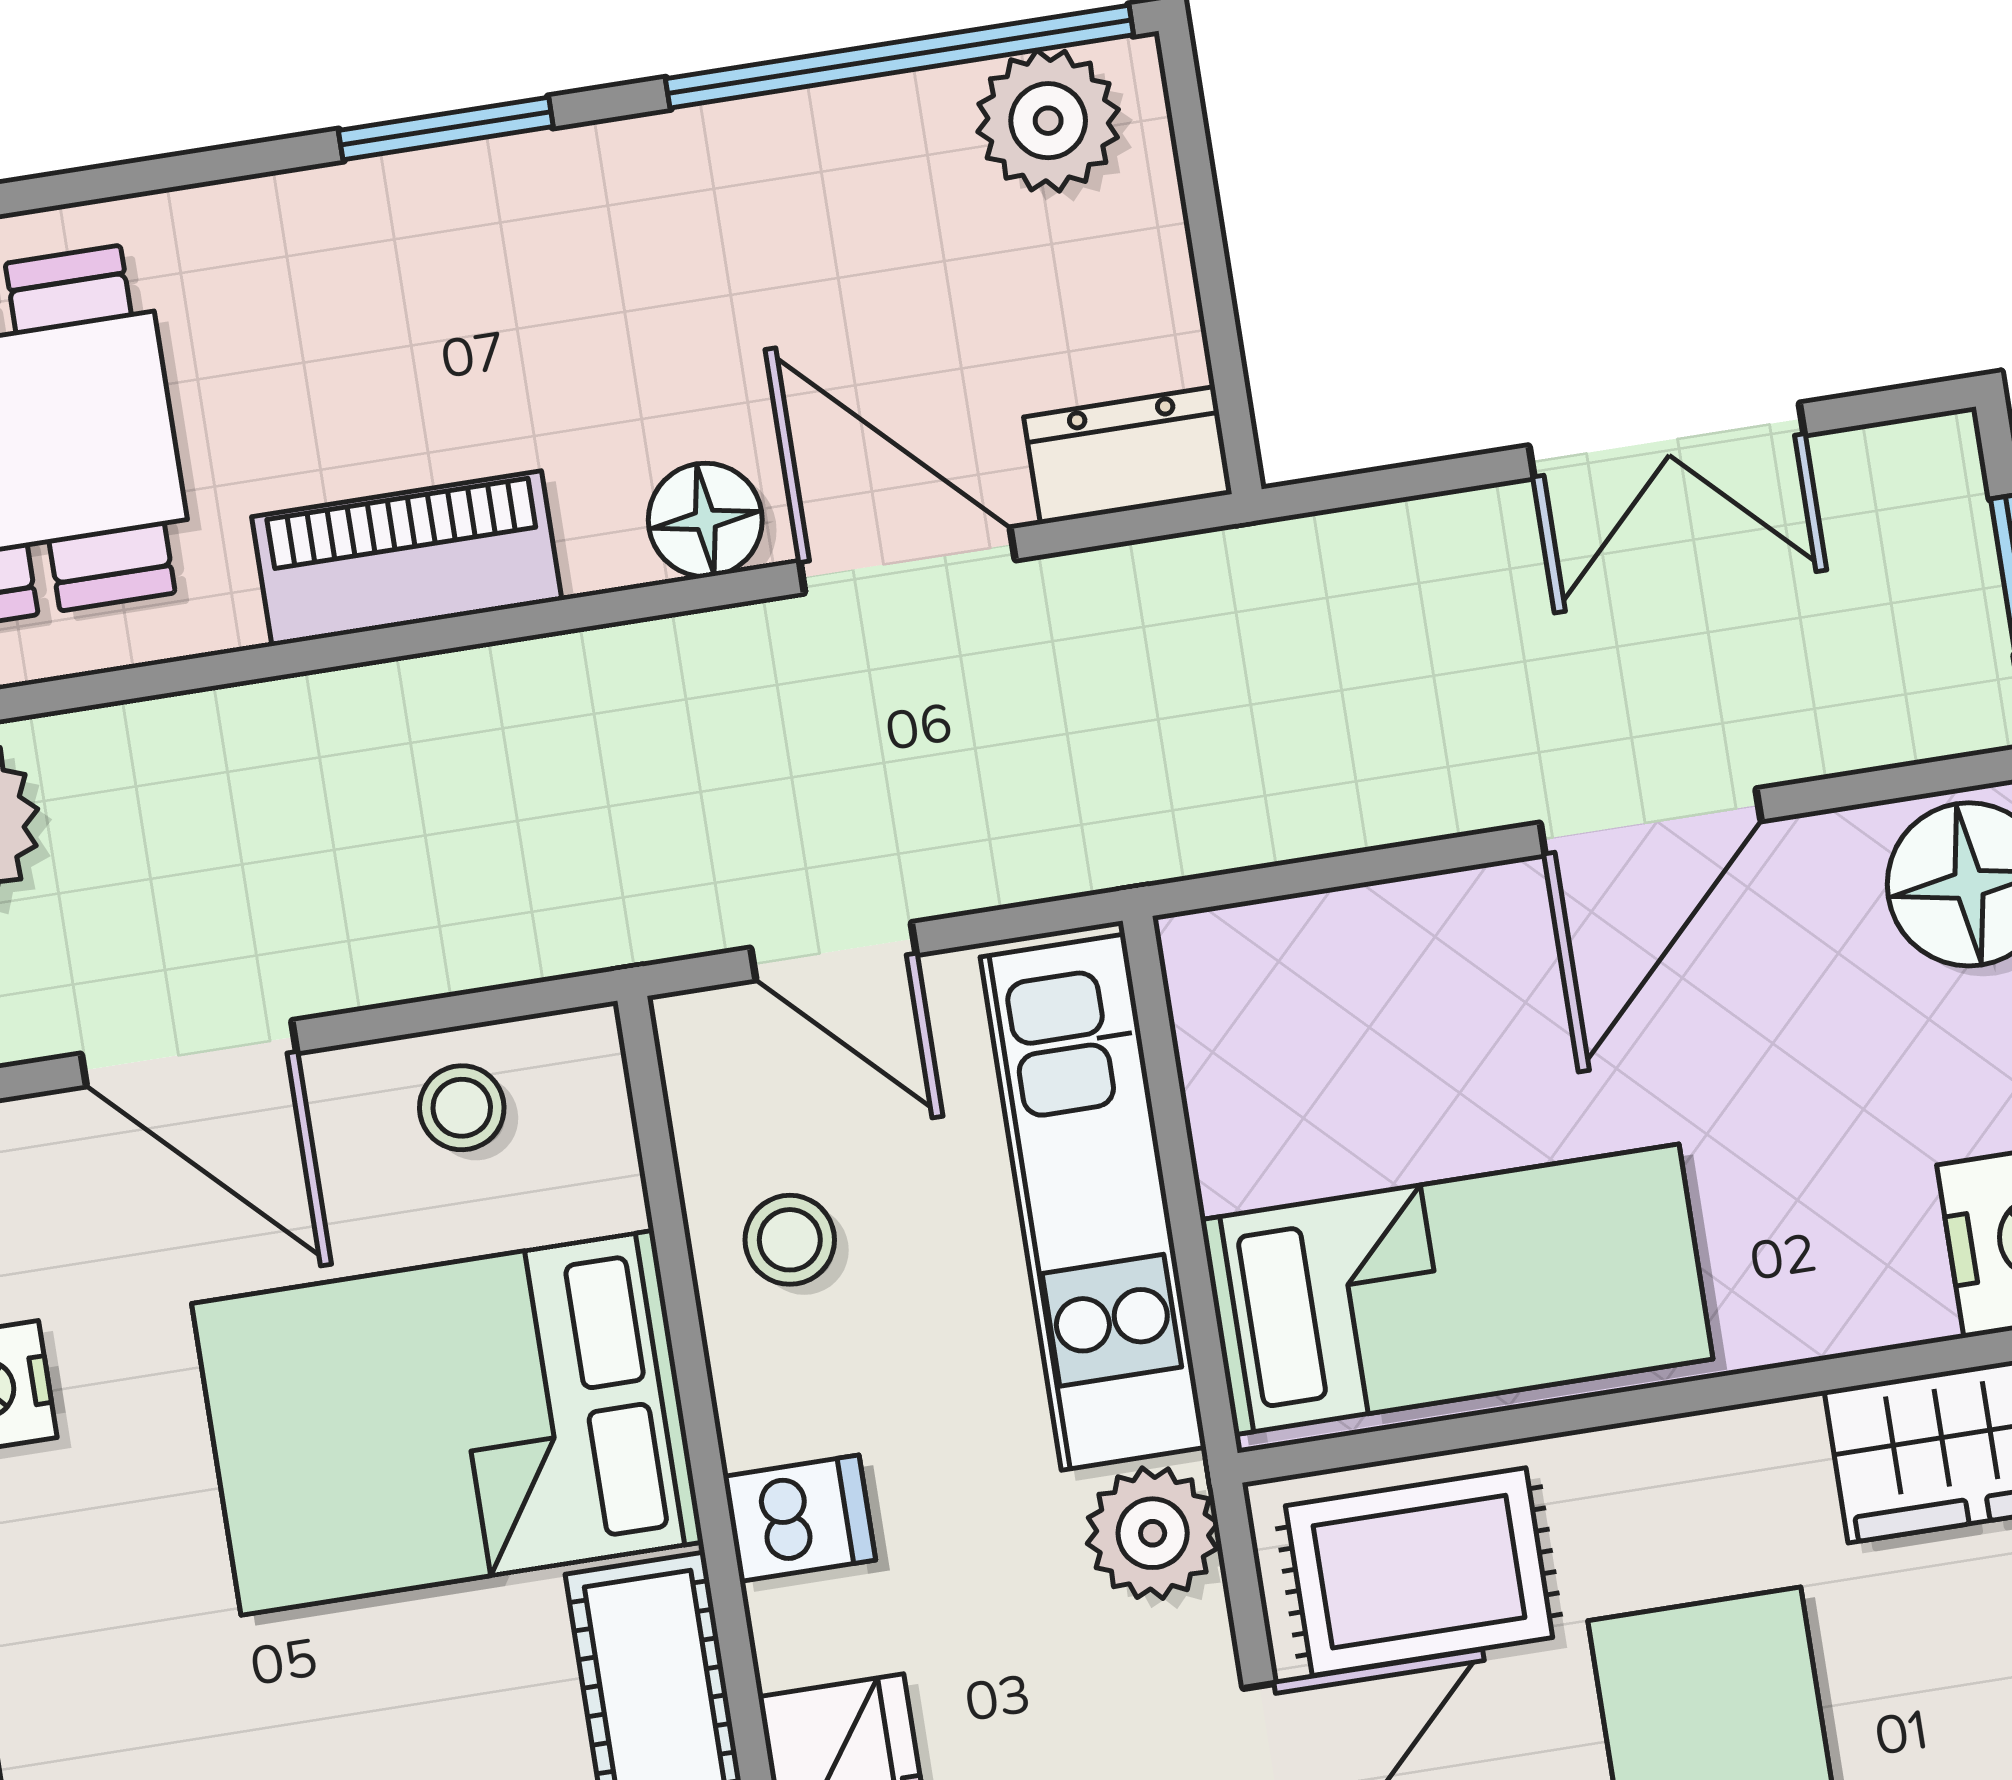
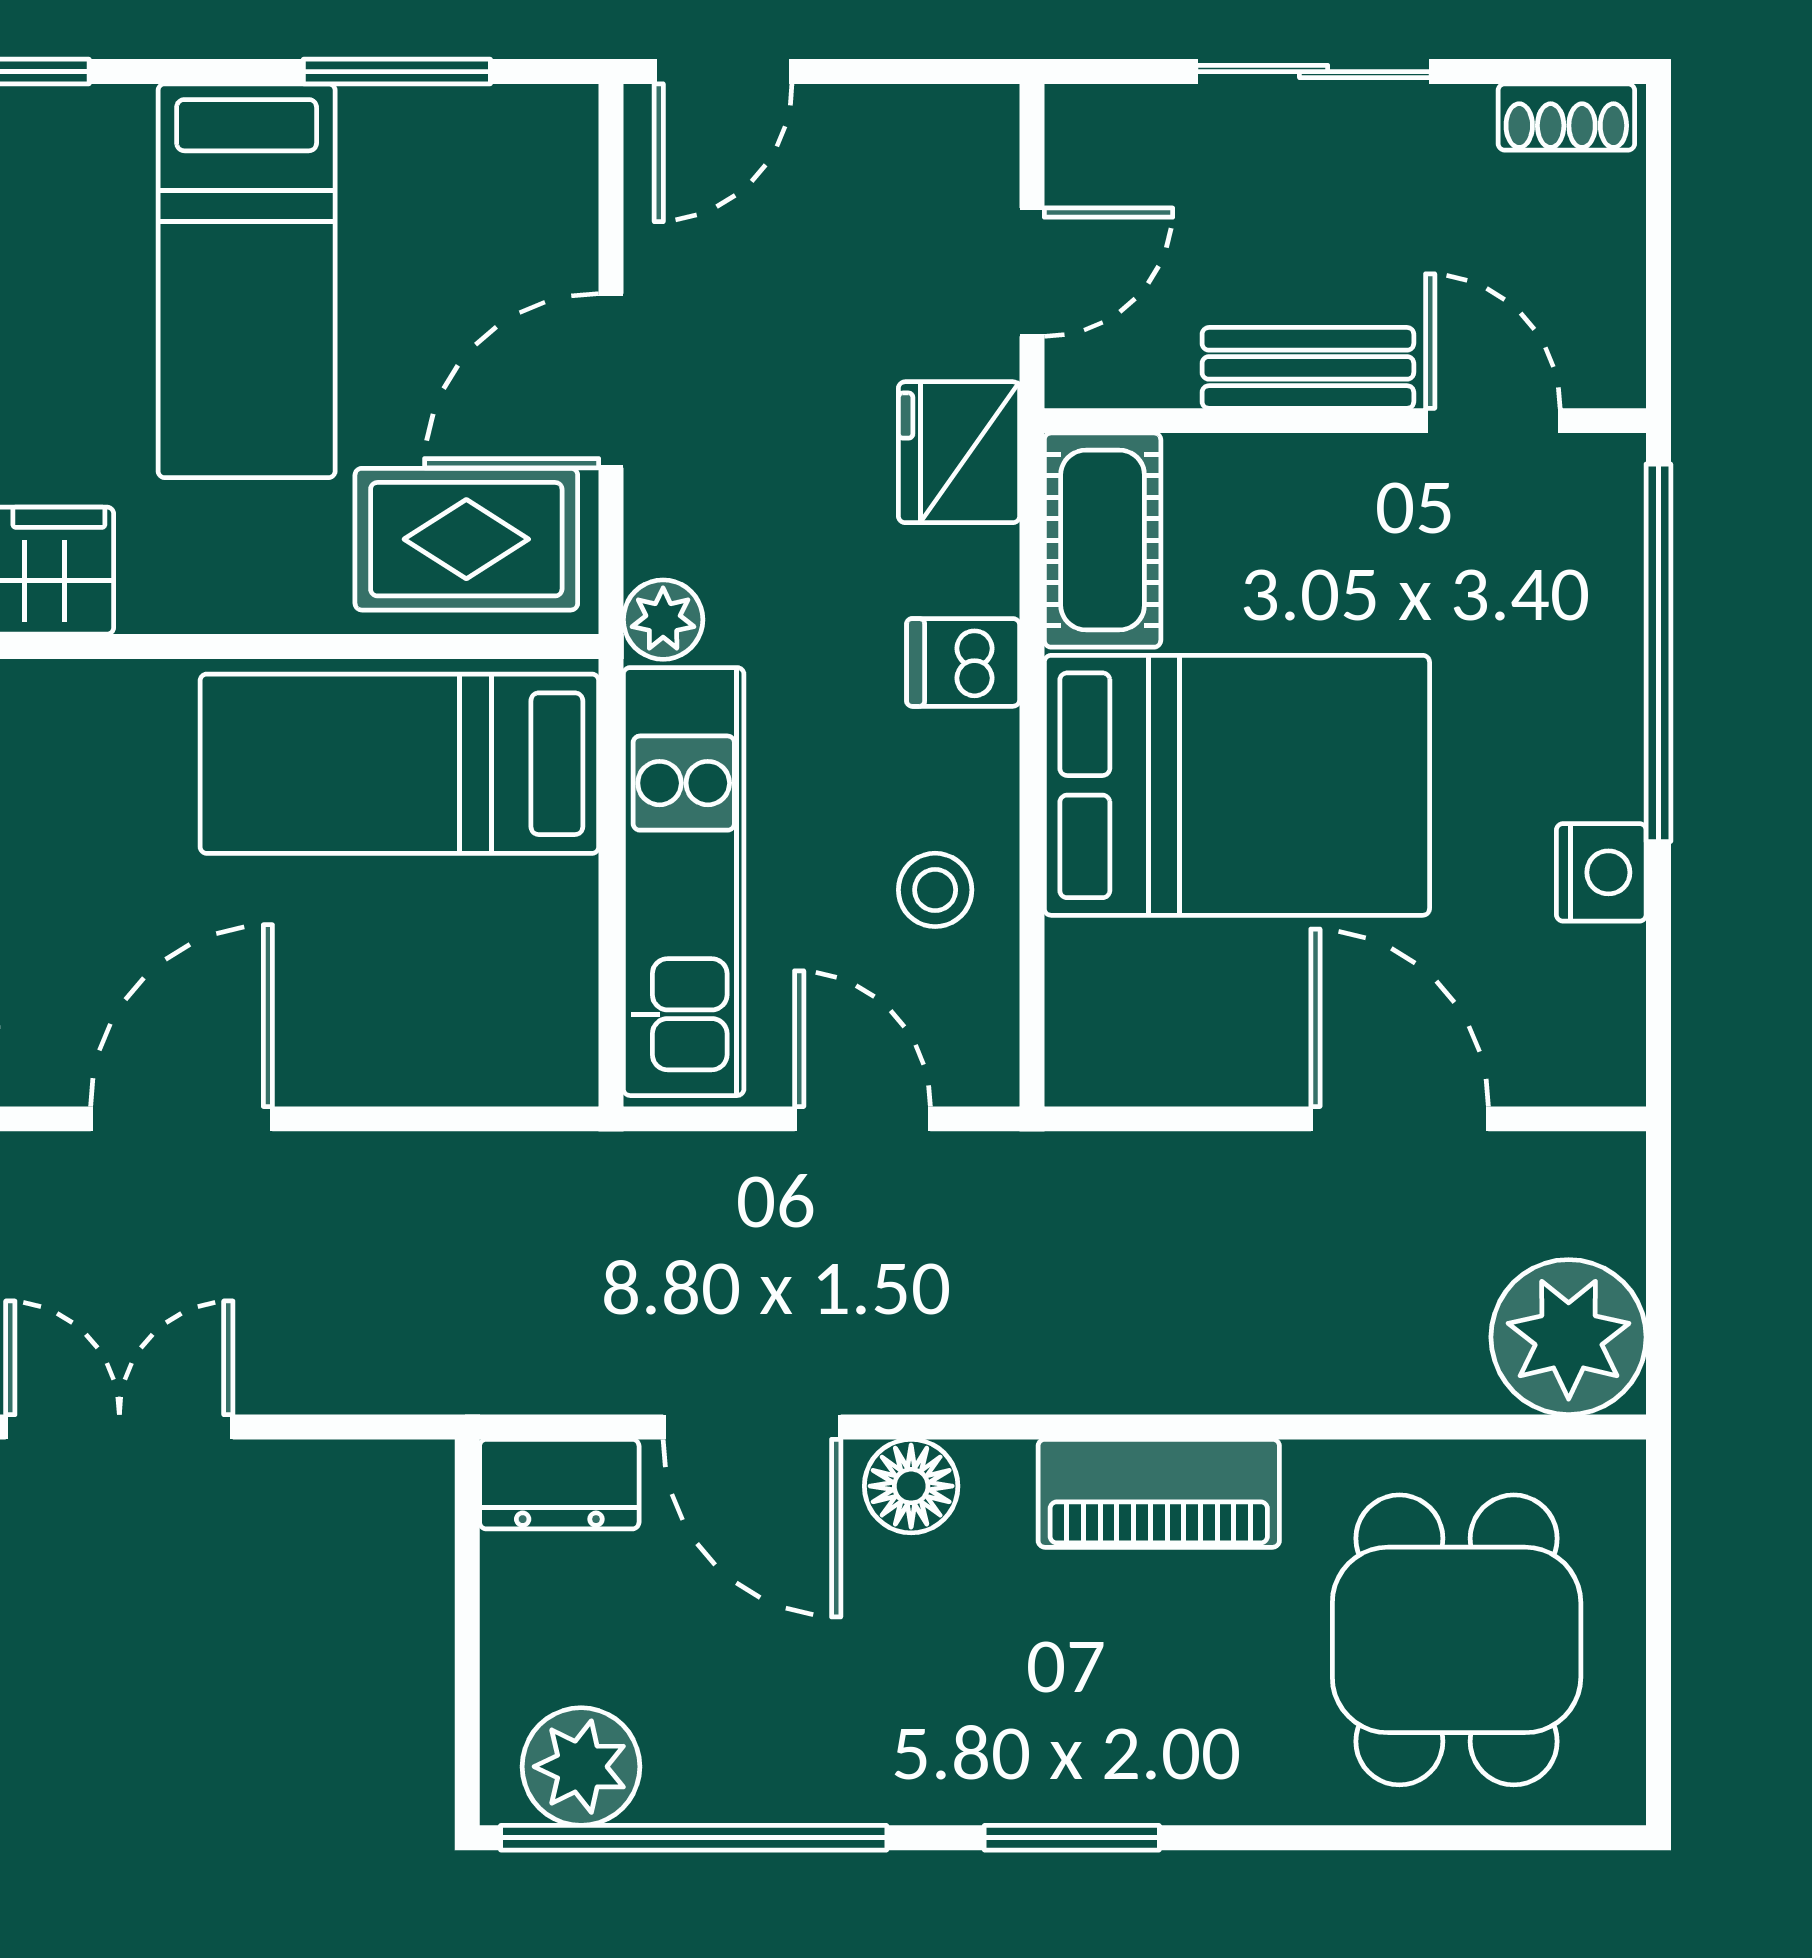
stool: (462, 1108) -> (1185, 1040), removed
plant: (1153, 1533) -> (663, 620), width x0.73, depth x0.73

